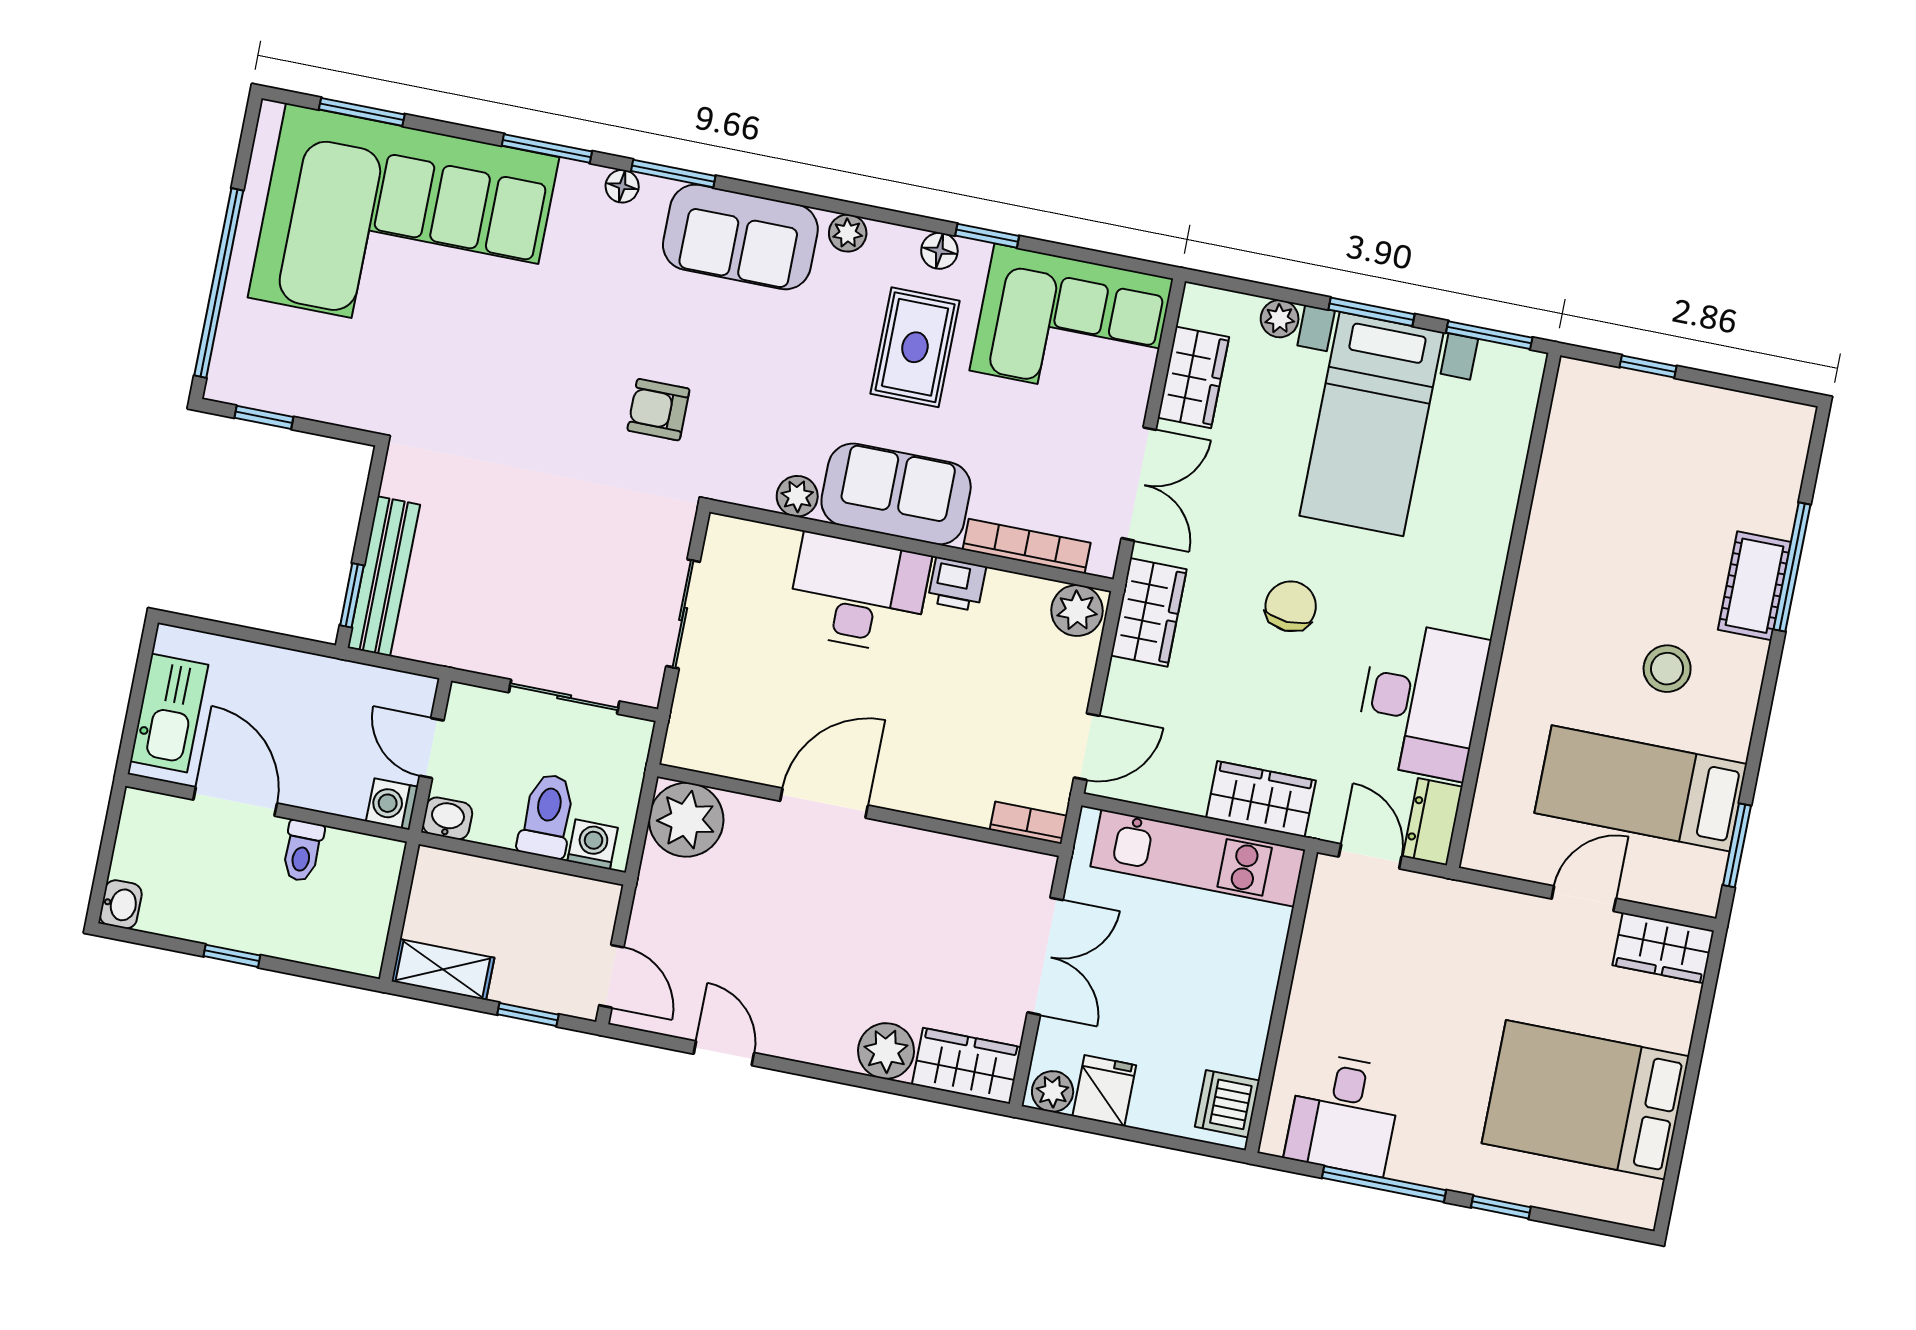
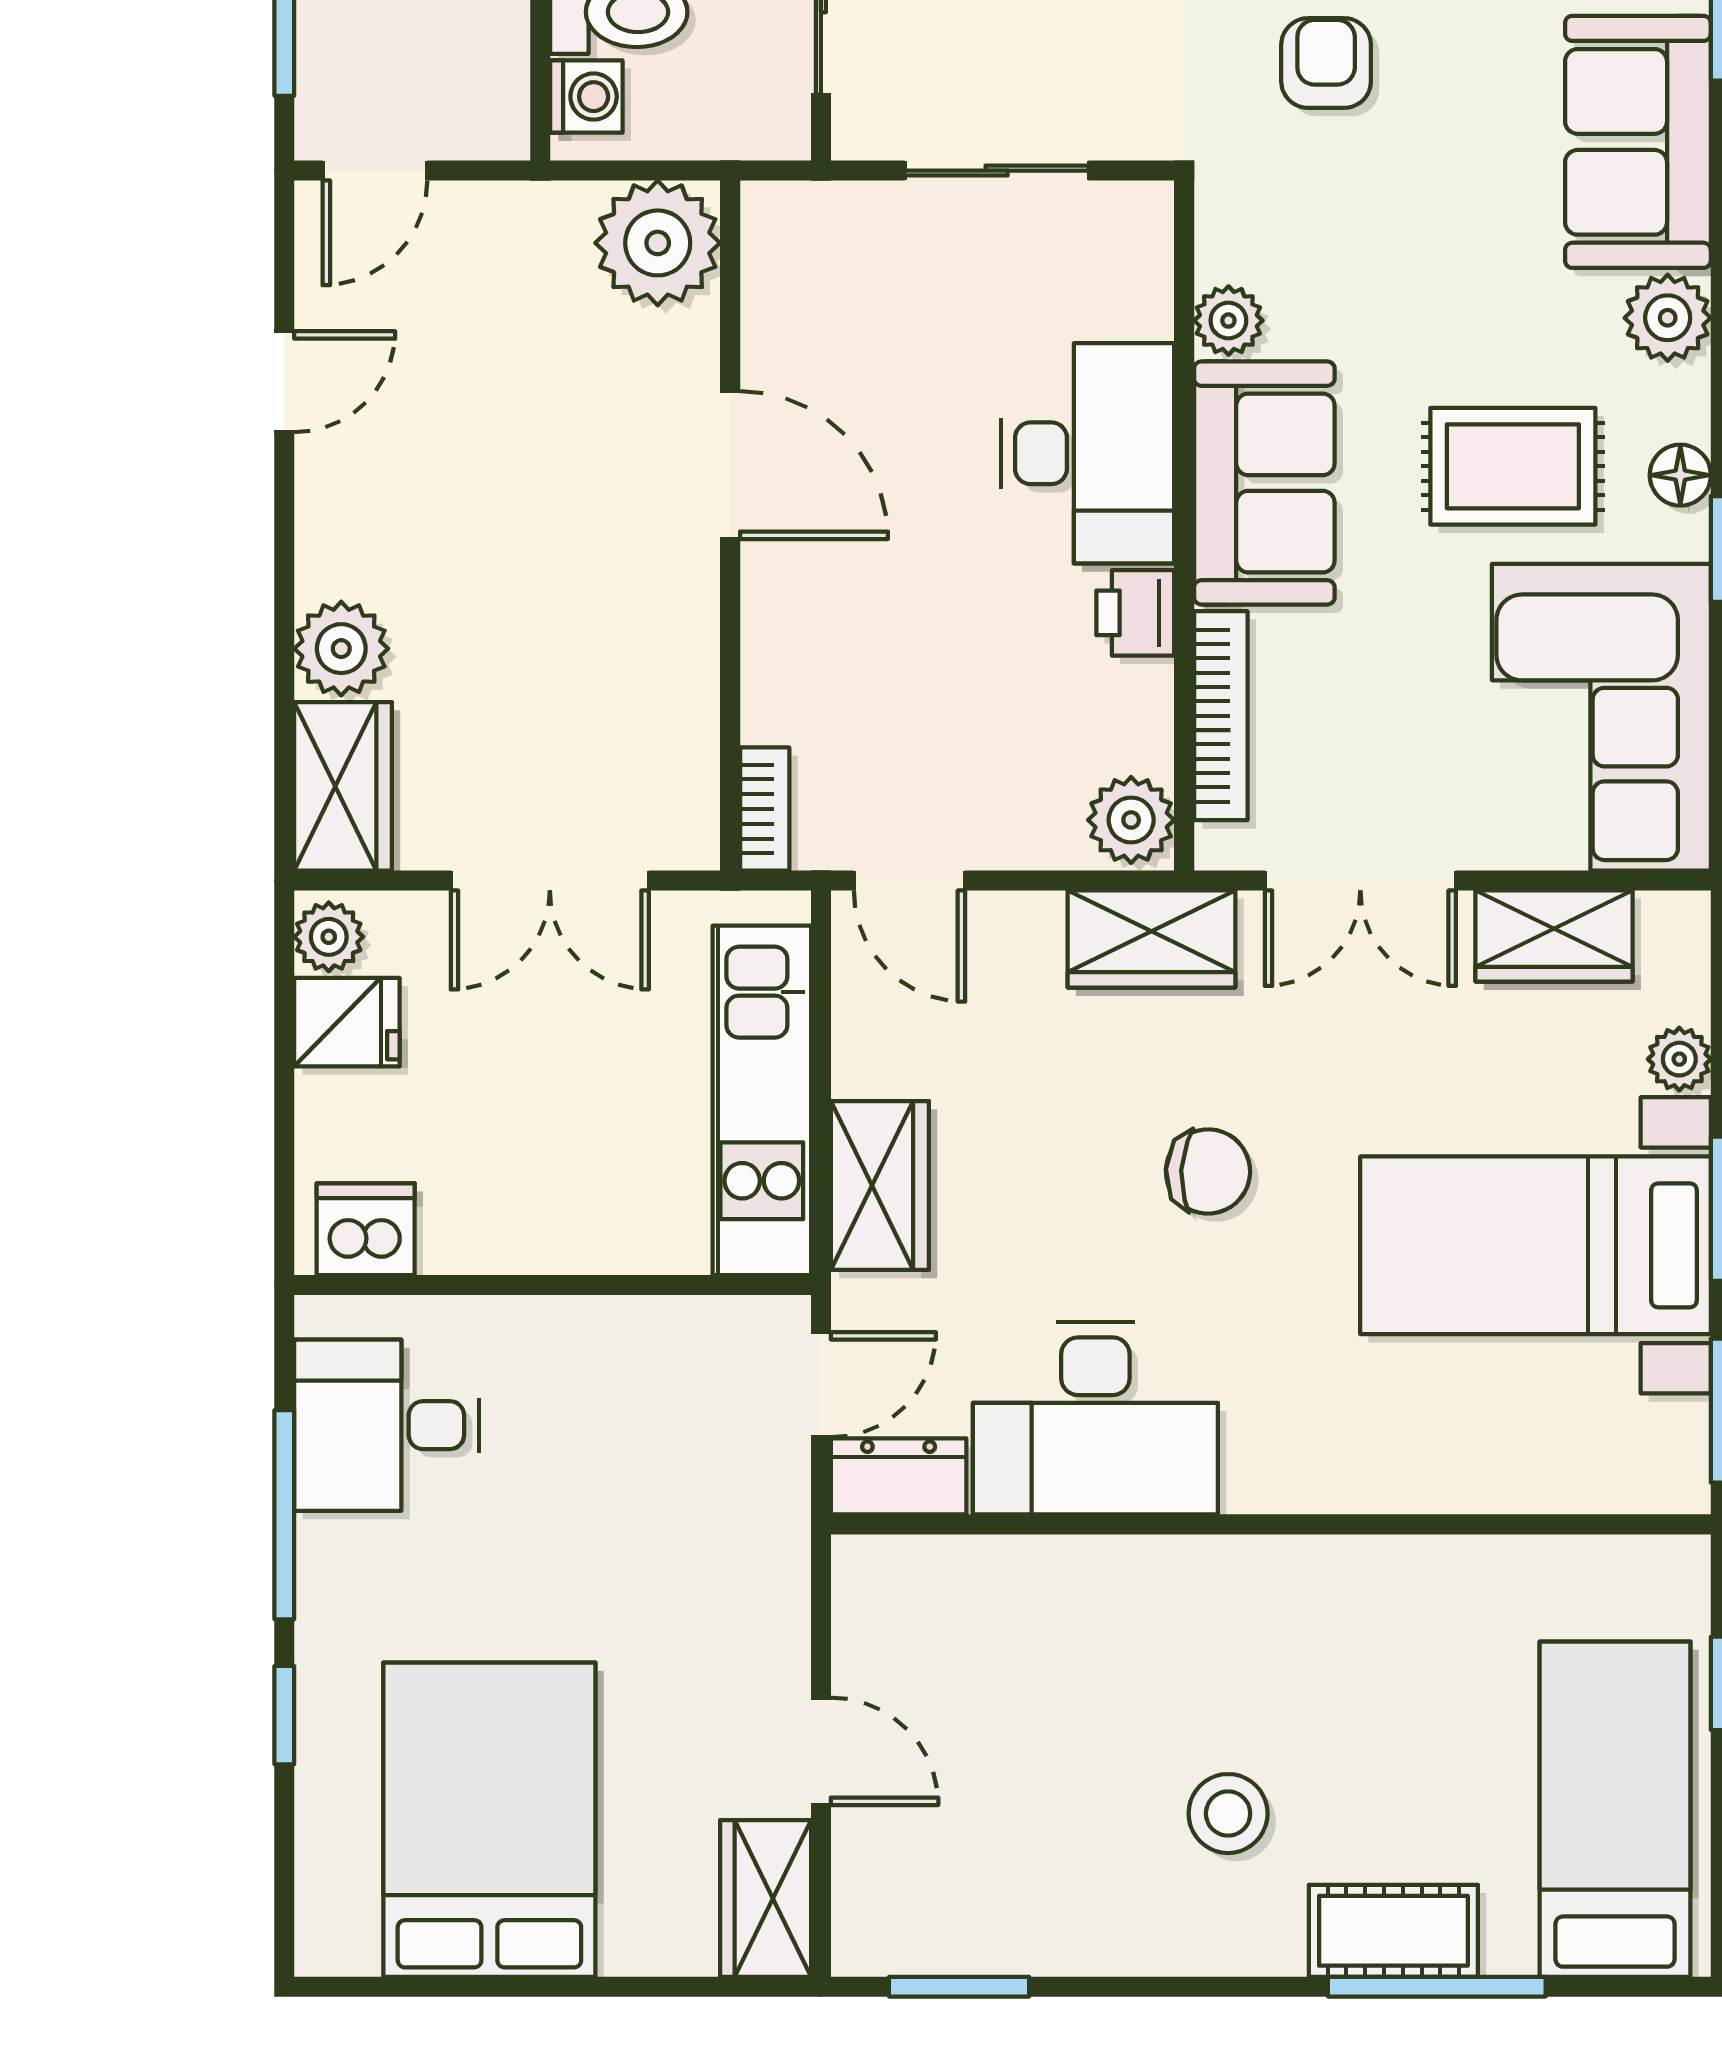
plant: (848, 233) -> (1668, 318), width x1.38, depth x1.38
bed: (1641, 788) -> (1615, 1809), moved

